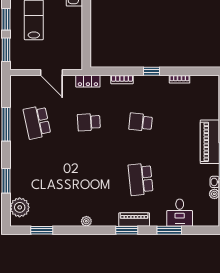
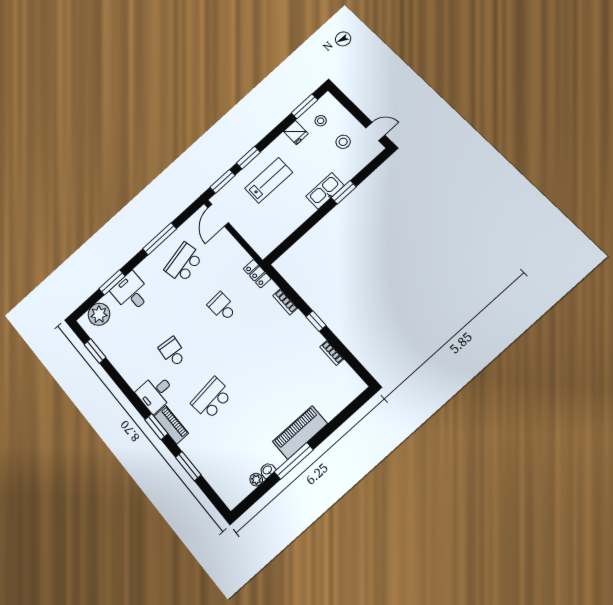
door: (52, 72) -> (218, 215), moved
school desk: (141, 122) -> (173, 352), moved
desk: (25, 174) -> (131, 292), added
desk: (180, 213) -> (156, 393), moved
plant: (86, 221) -> (134, 383), removed

